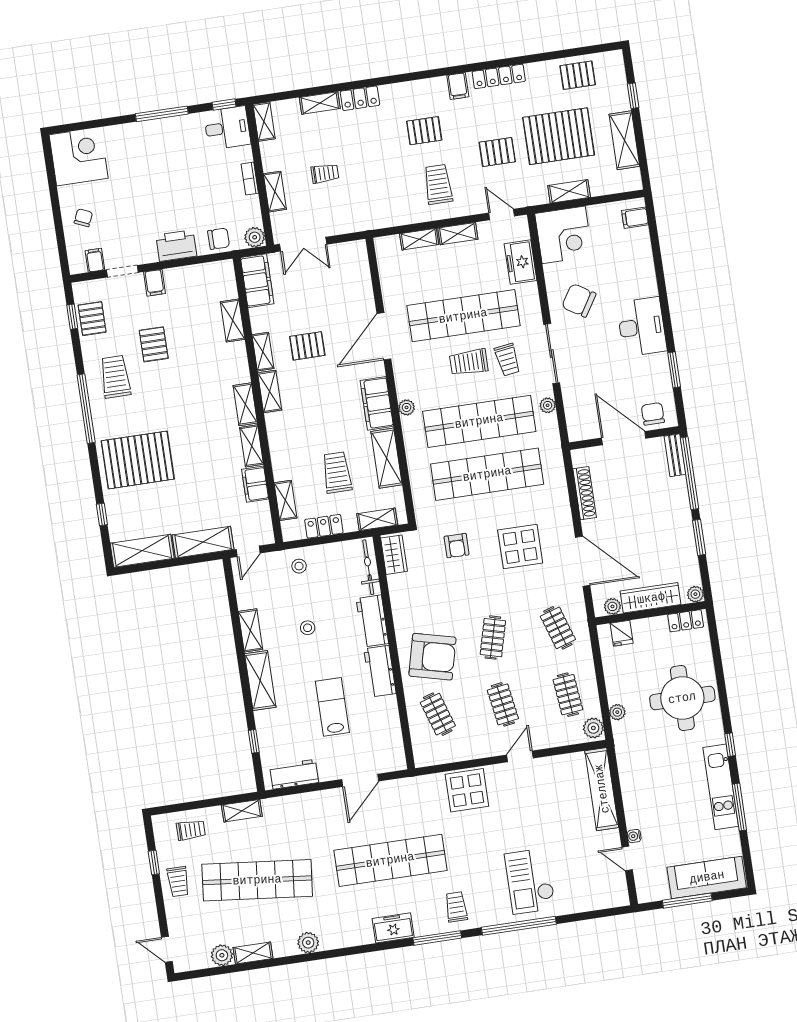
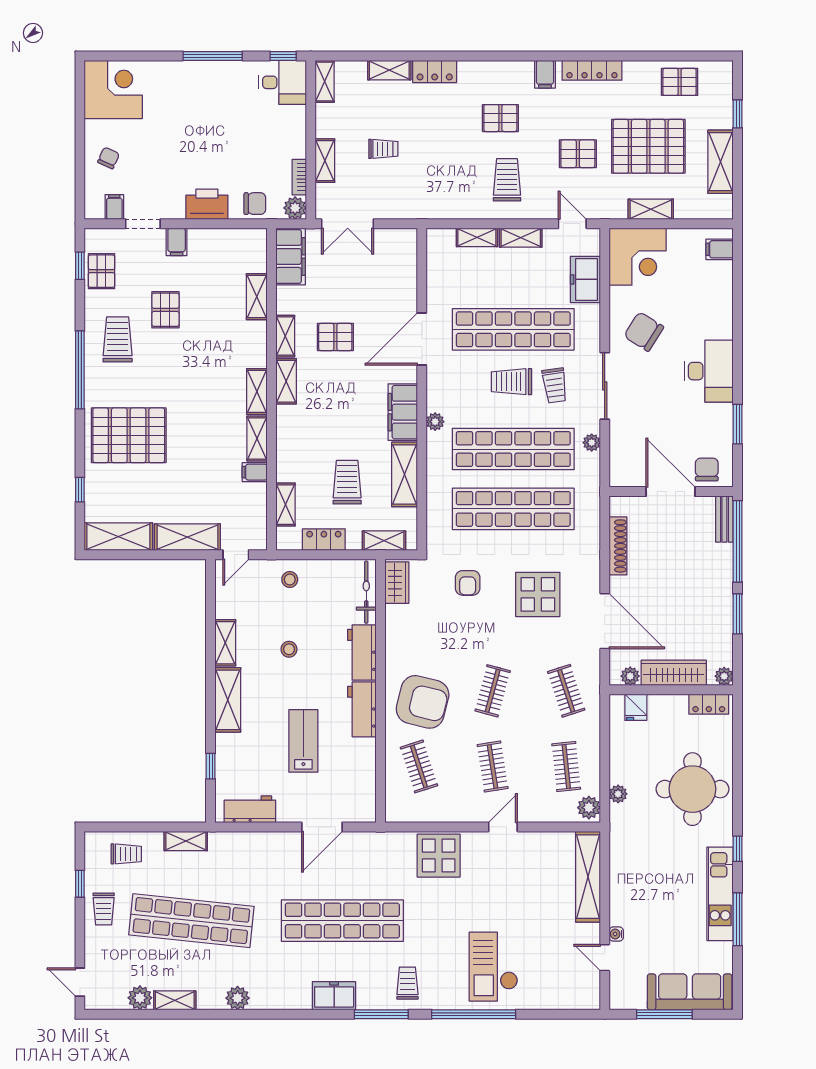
bookcase: (250, 179) -> (299, 177), moved
filing cabinet: (255, 484) -> (255, 472), width x0.50

